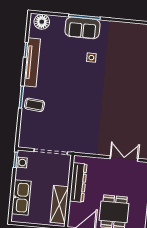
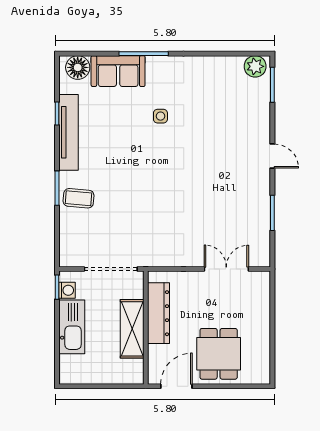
sofa: (82, 28) -> (118, 71), moved
kitchen sink: (21, 197) -> (72, 327), moved
shelving: (59, 205) -> (132, 329), moved

